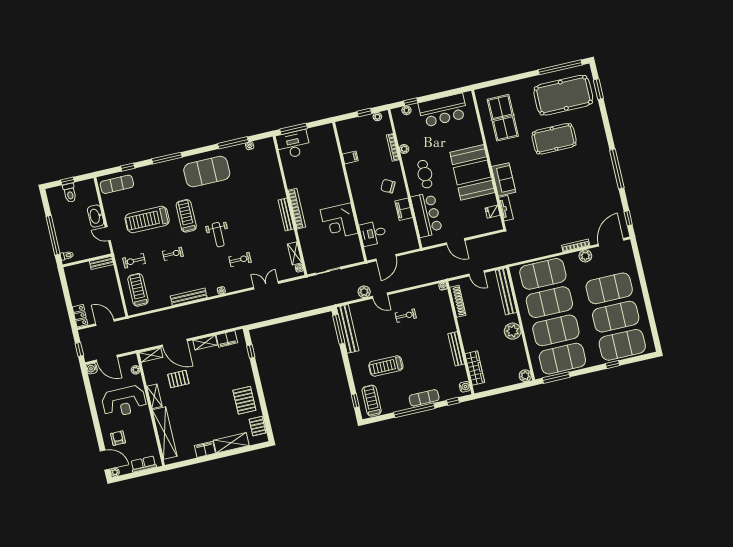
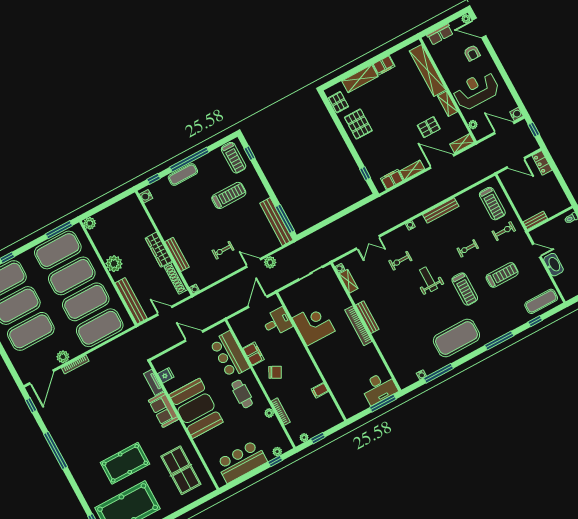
treadmill: (147, 220) -> (502, 275), width x0.73, depth x0.73
bench: (456, 349) -> (177, 254), moved
wardrobe: (475, 368) -> (159, 250), moved

